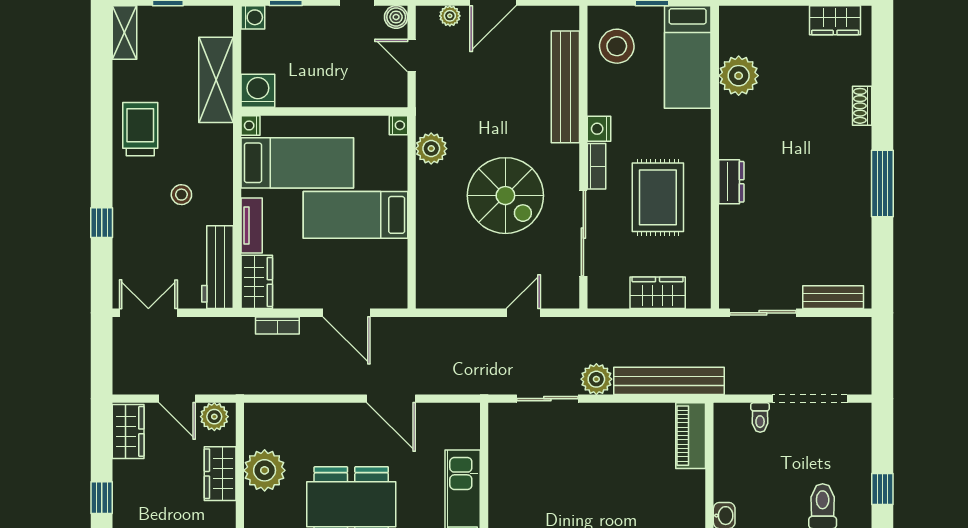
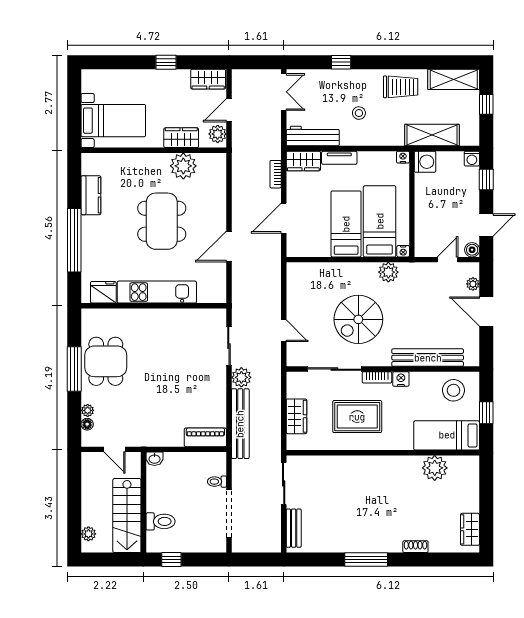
shelving: (125, 32) -> (454, 79), width x1.50, depth x1.33
bed: (297, 163) -> (380, 221), moved, turned 180
dresser: (731, 182) -> (367, 463), removed

